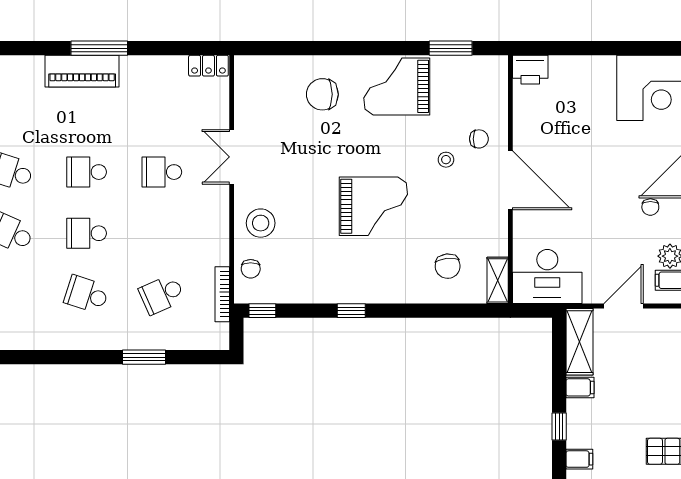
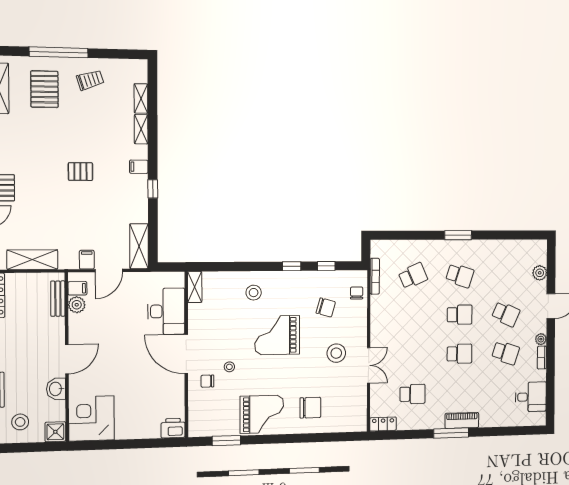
piano: (82, 71) -> (462, 420), width x0.73, depth x0.75
school desk: (162, 172) -> (412, 394), moved
chair: (650, 207) -> (91, 338), removed
stool: (261, 223) -> (336, 353), moved
chair: (448, 266) -> (326, 307), moved, turned 112
stool: (409, 271) -> (254, 293), added
desk: (547, 276) -> (166, 311), moved, turned 90
window: (262, 311) -> (326, 266), moved
window: (144, 357) -> (458, 235), moved
filing cabinet: (580, 387) -> (87, 260), moved, turned 90

